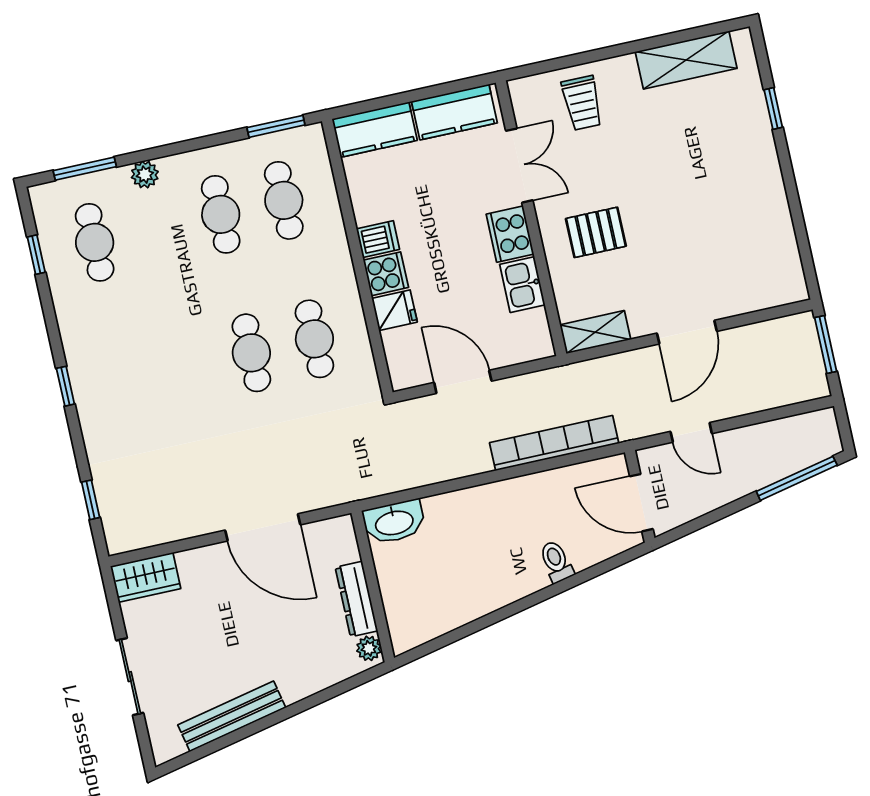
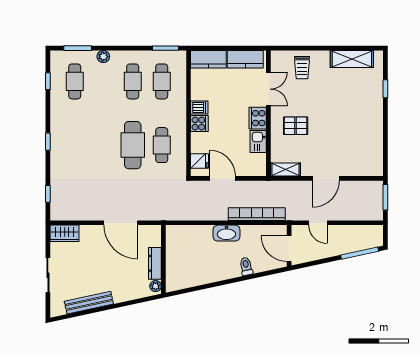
fridge: (394, 310) -> (200, 161), moved
cafe table: (251, 353) -> (133, 145), width x1.37, depth x1.35
washbasin: (394, 522) -> (226, 233), moved

